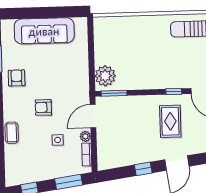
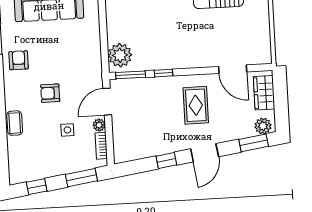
window: (174, 91) -> (163, 73), moved

